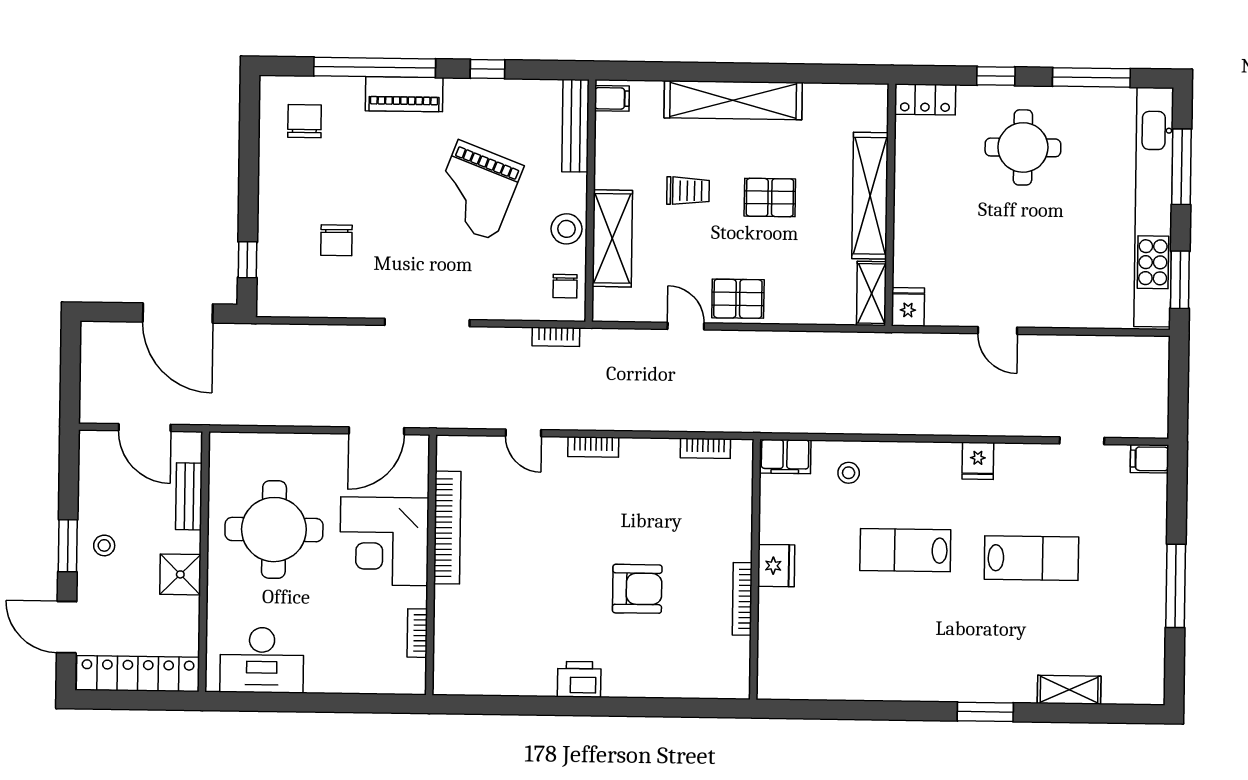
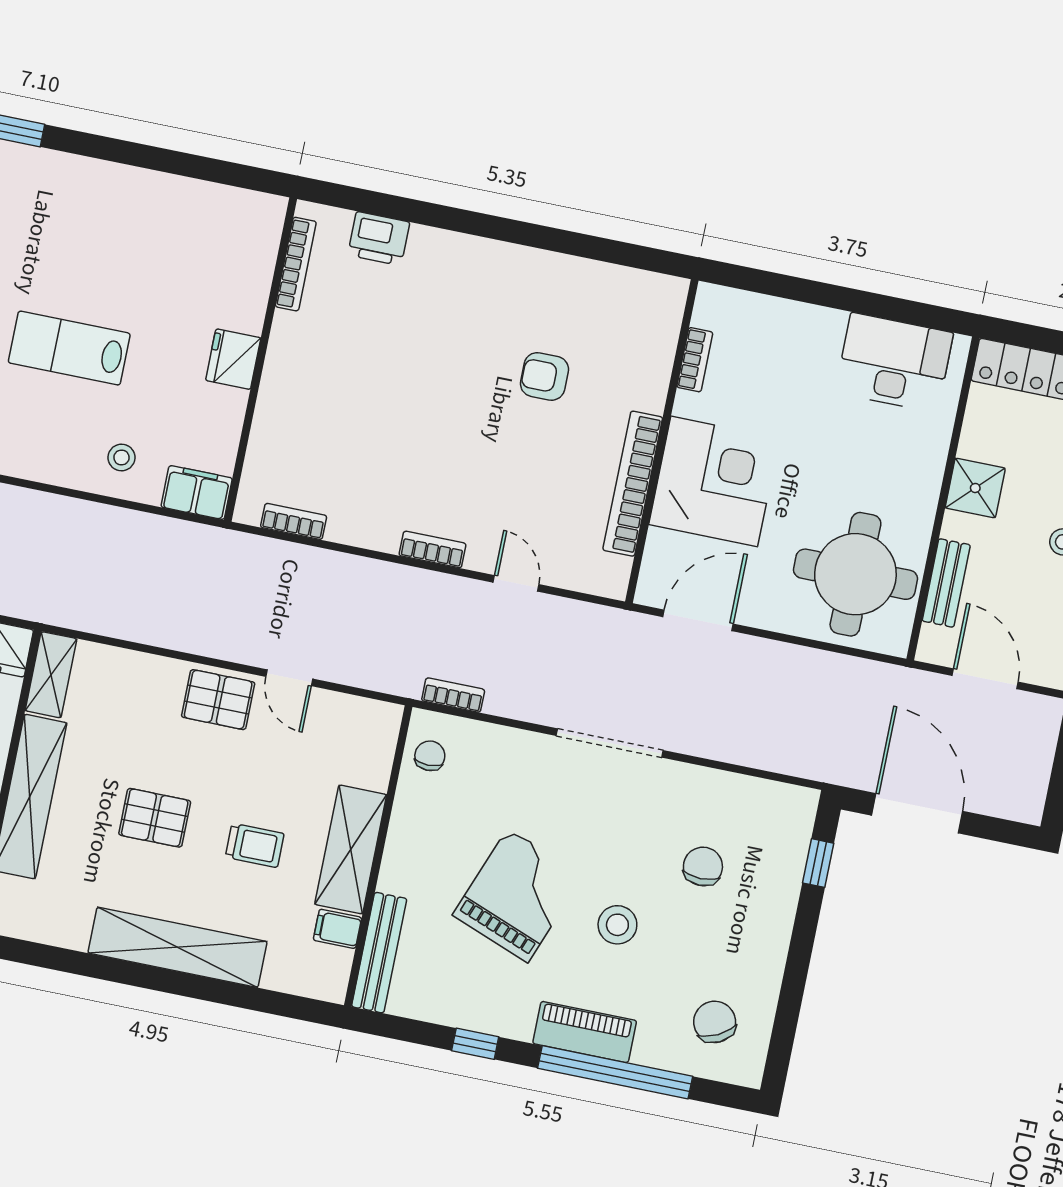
filing cabinet: (612, 98) -> (337, 929), moved
chair: (305, 121) -> (715, 1022), turned 153
trolley: (688, 191) -> (255, 845), turned 180
stool: (566, 229) -> (617, 925), moved
shelving: (612, 238) -> (351, 849), moved
round table: (274, 530) -> (855, 574), moved
lab bench: (905, 550) -> (69, 348), turned 180
armchair: (637, 589) -> (544, 376), moved, width x0.72, depth x0.72
bookcase: (742, 599) -> (296, 264), moved
printer: (579, 679) -> (379, 239), moved

